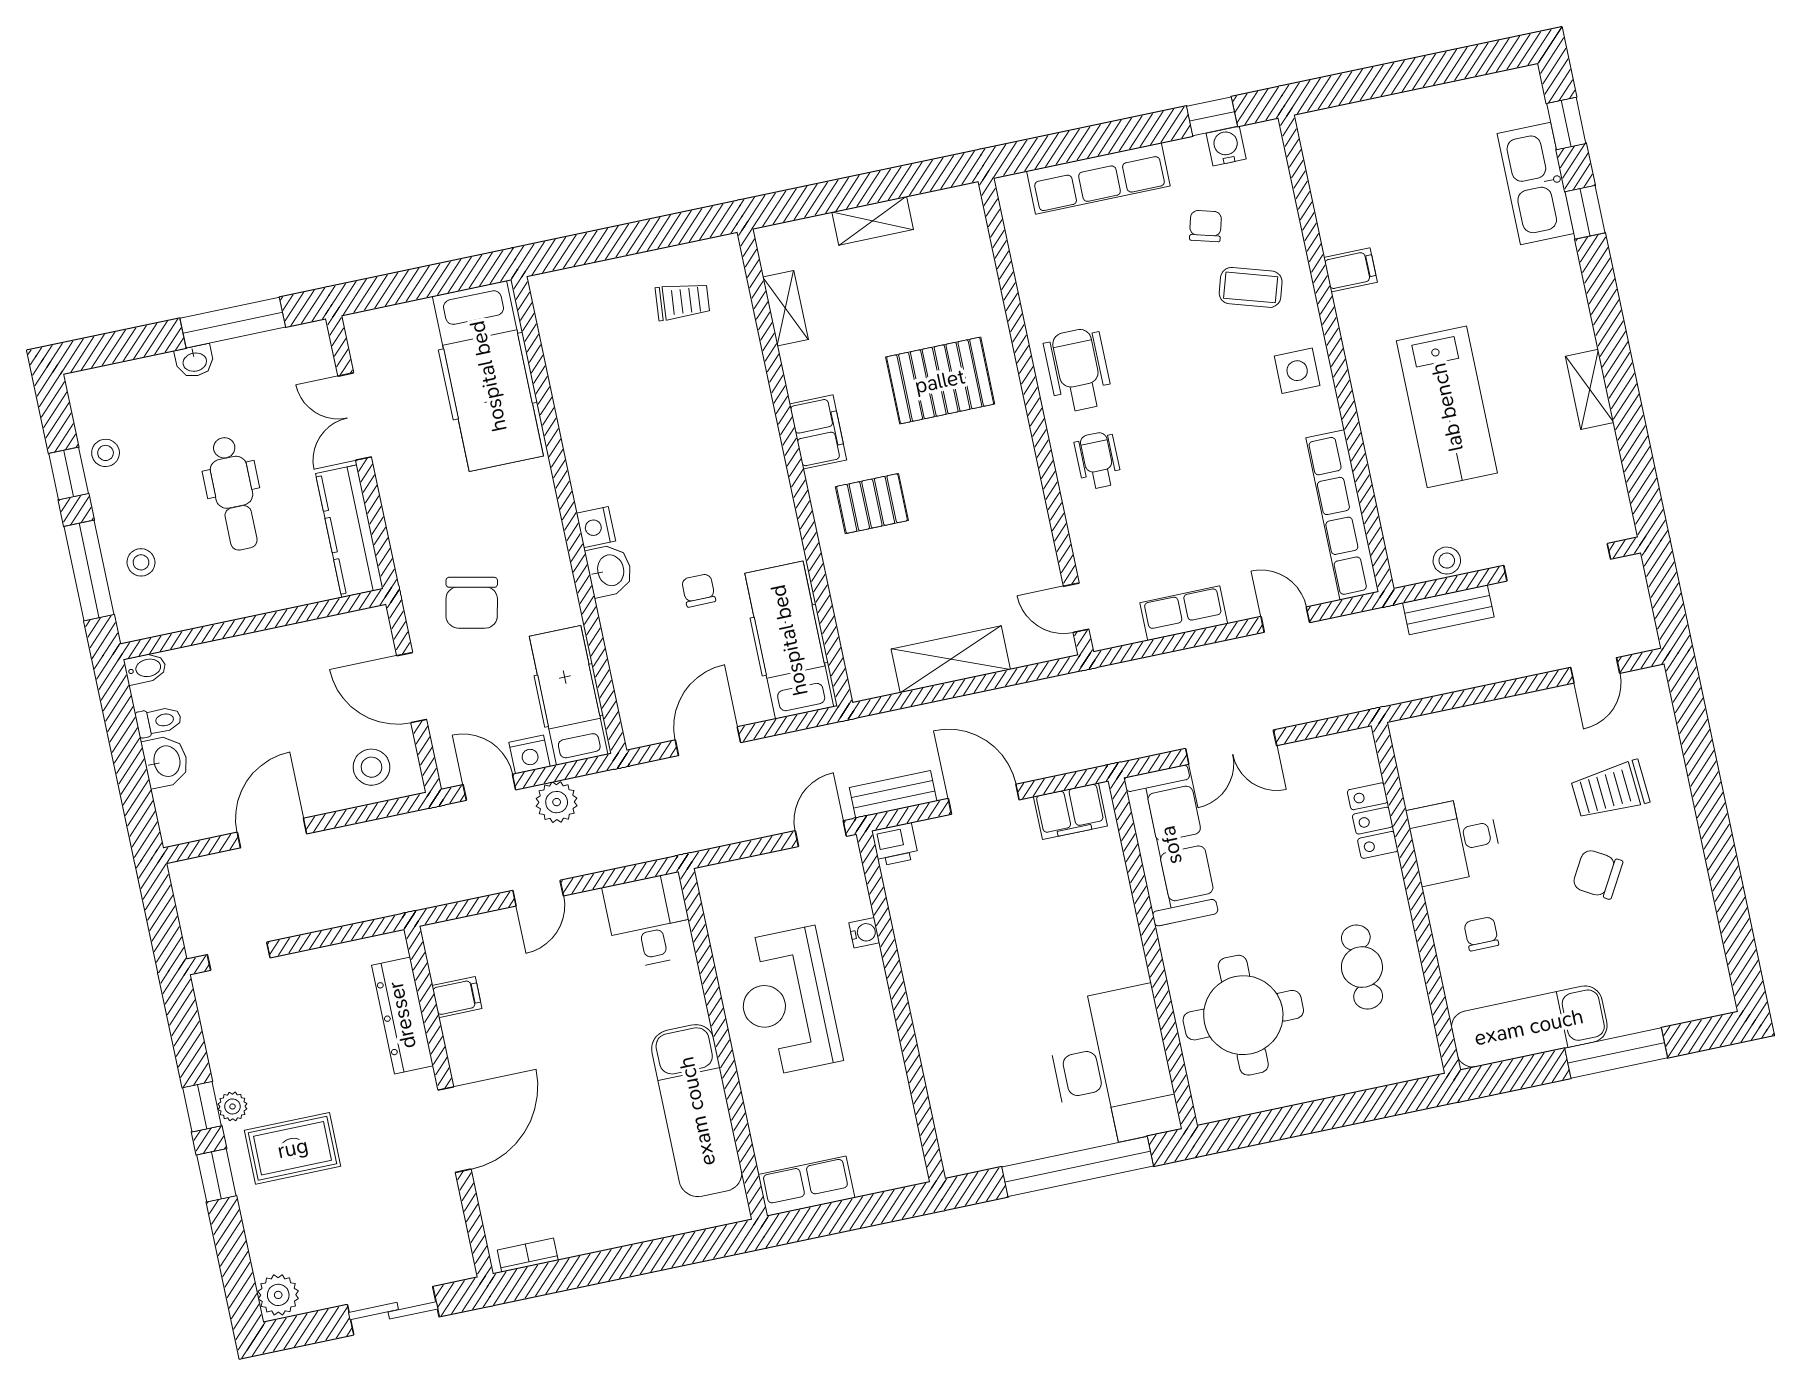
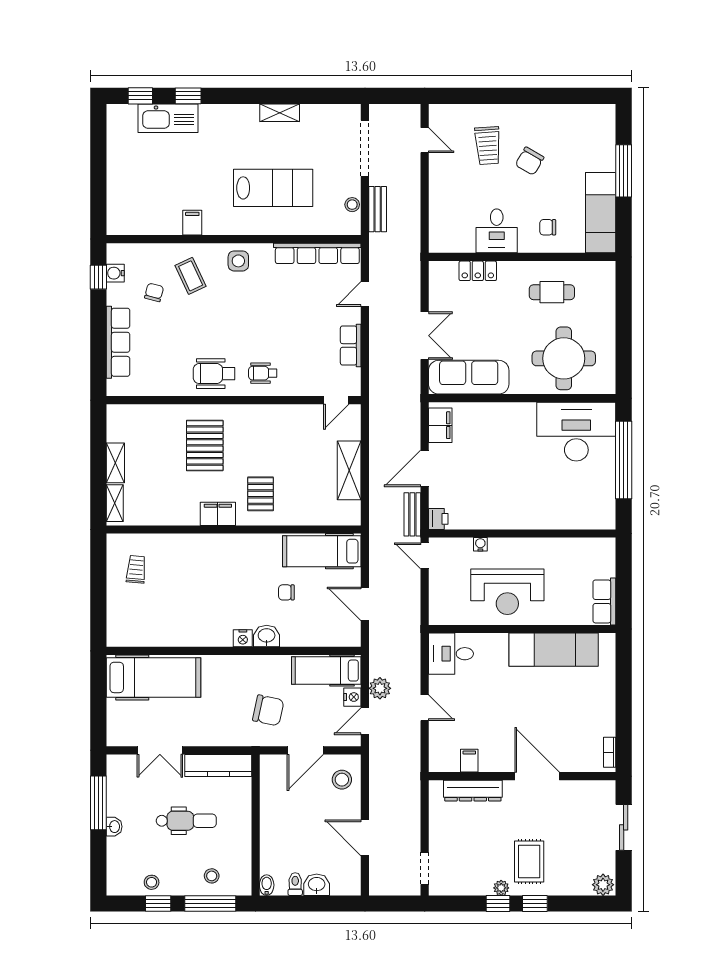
chair: (1205, 226) -> (154, 292), turned 90
coffee table: (1251, 287) -> (191, 276), turned -42
shelving: (785, 308) -> (115, 503), moved, turned 90

